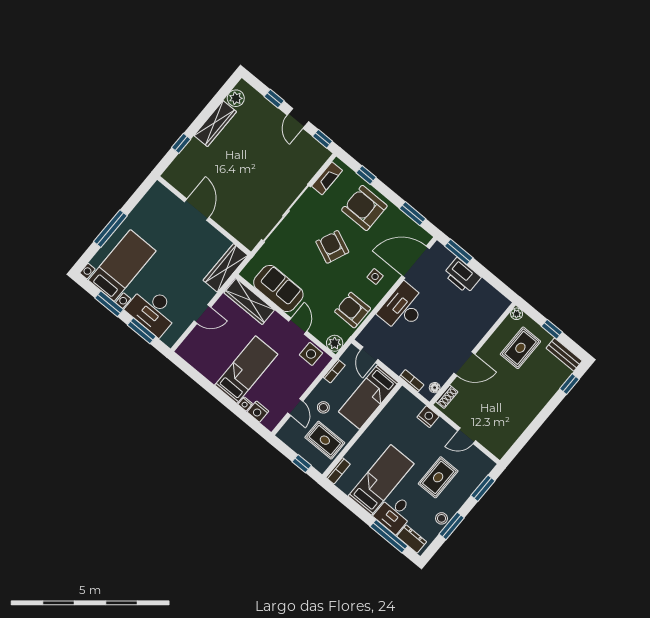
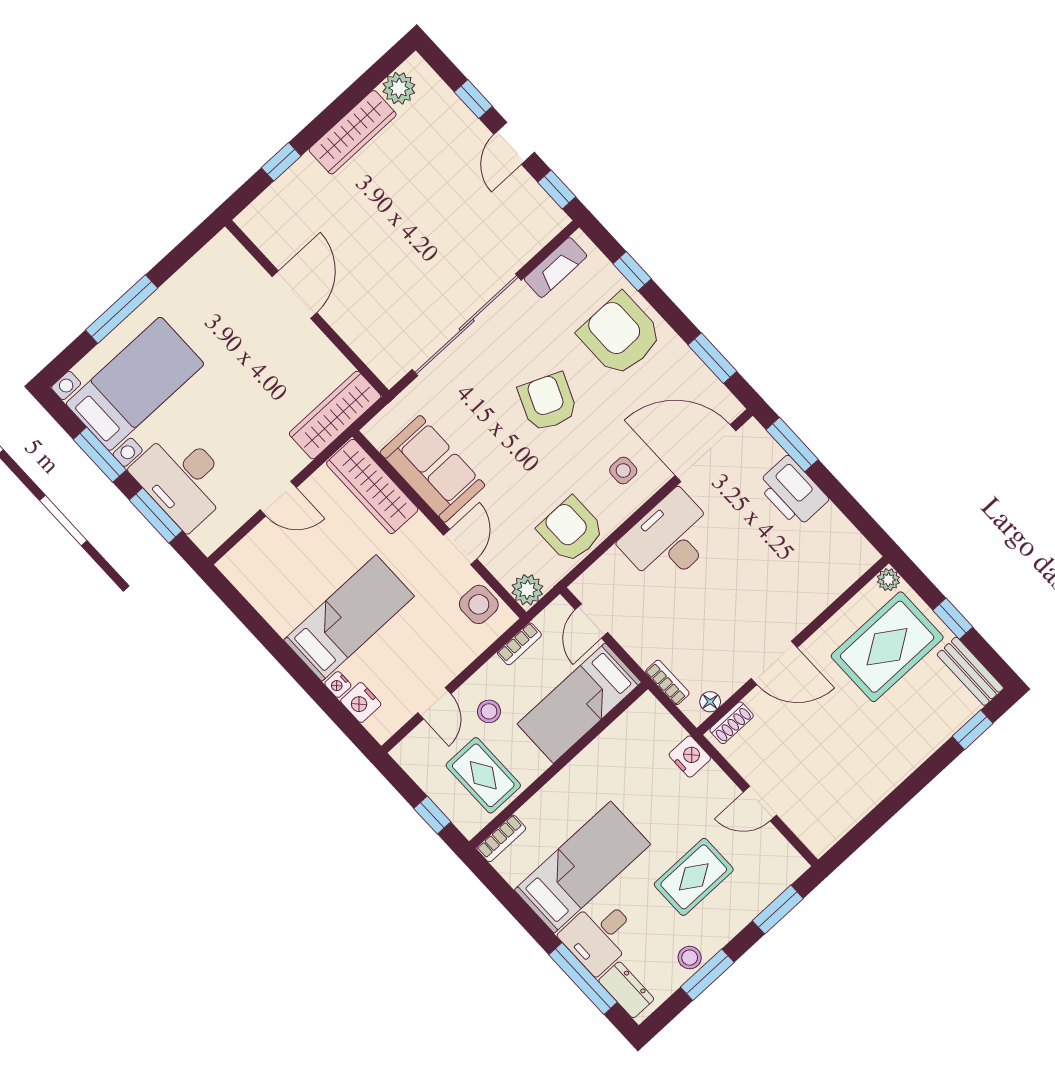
rug: (520, 348) -> (887, 647), width x1.36, depth x1.43

